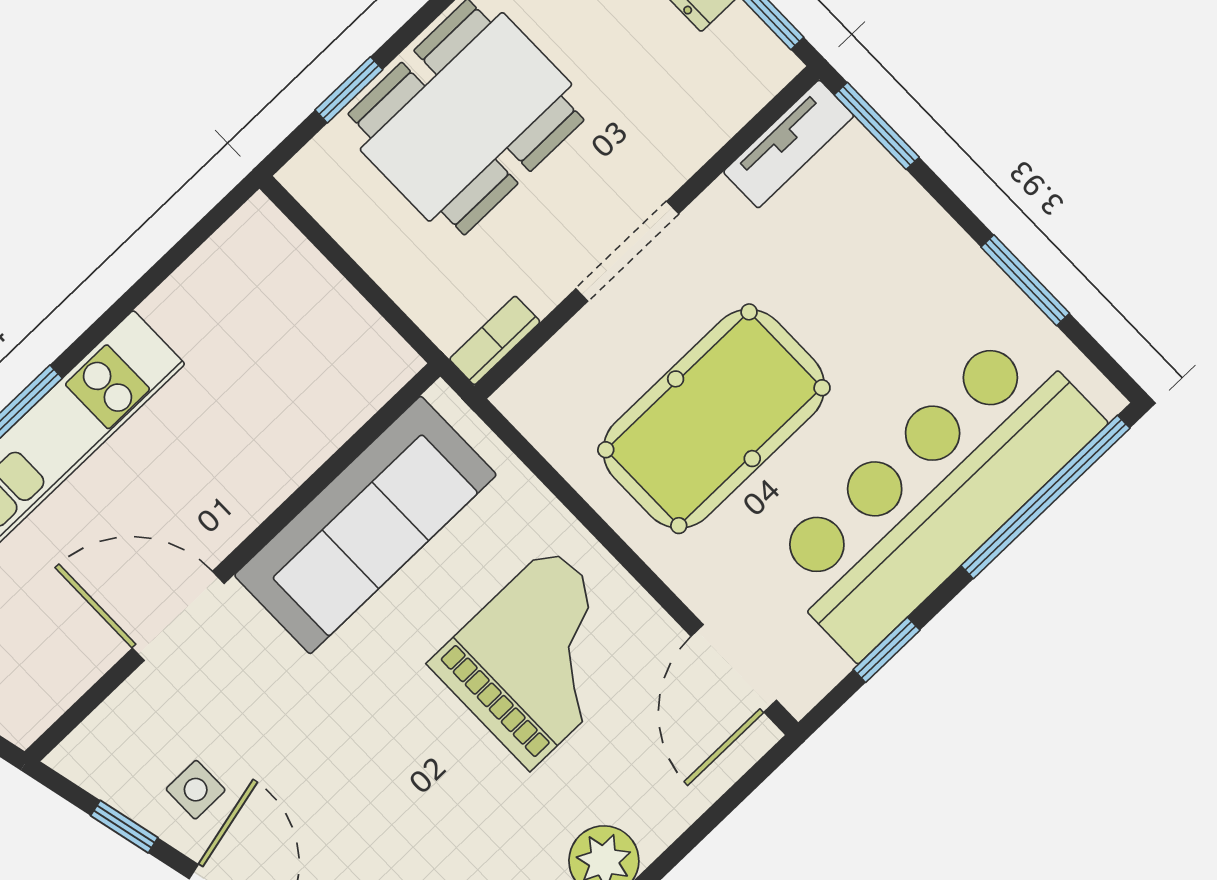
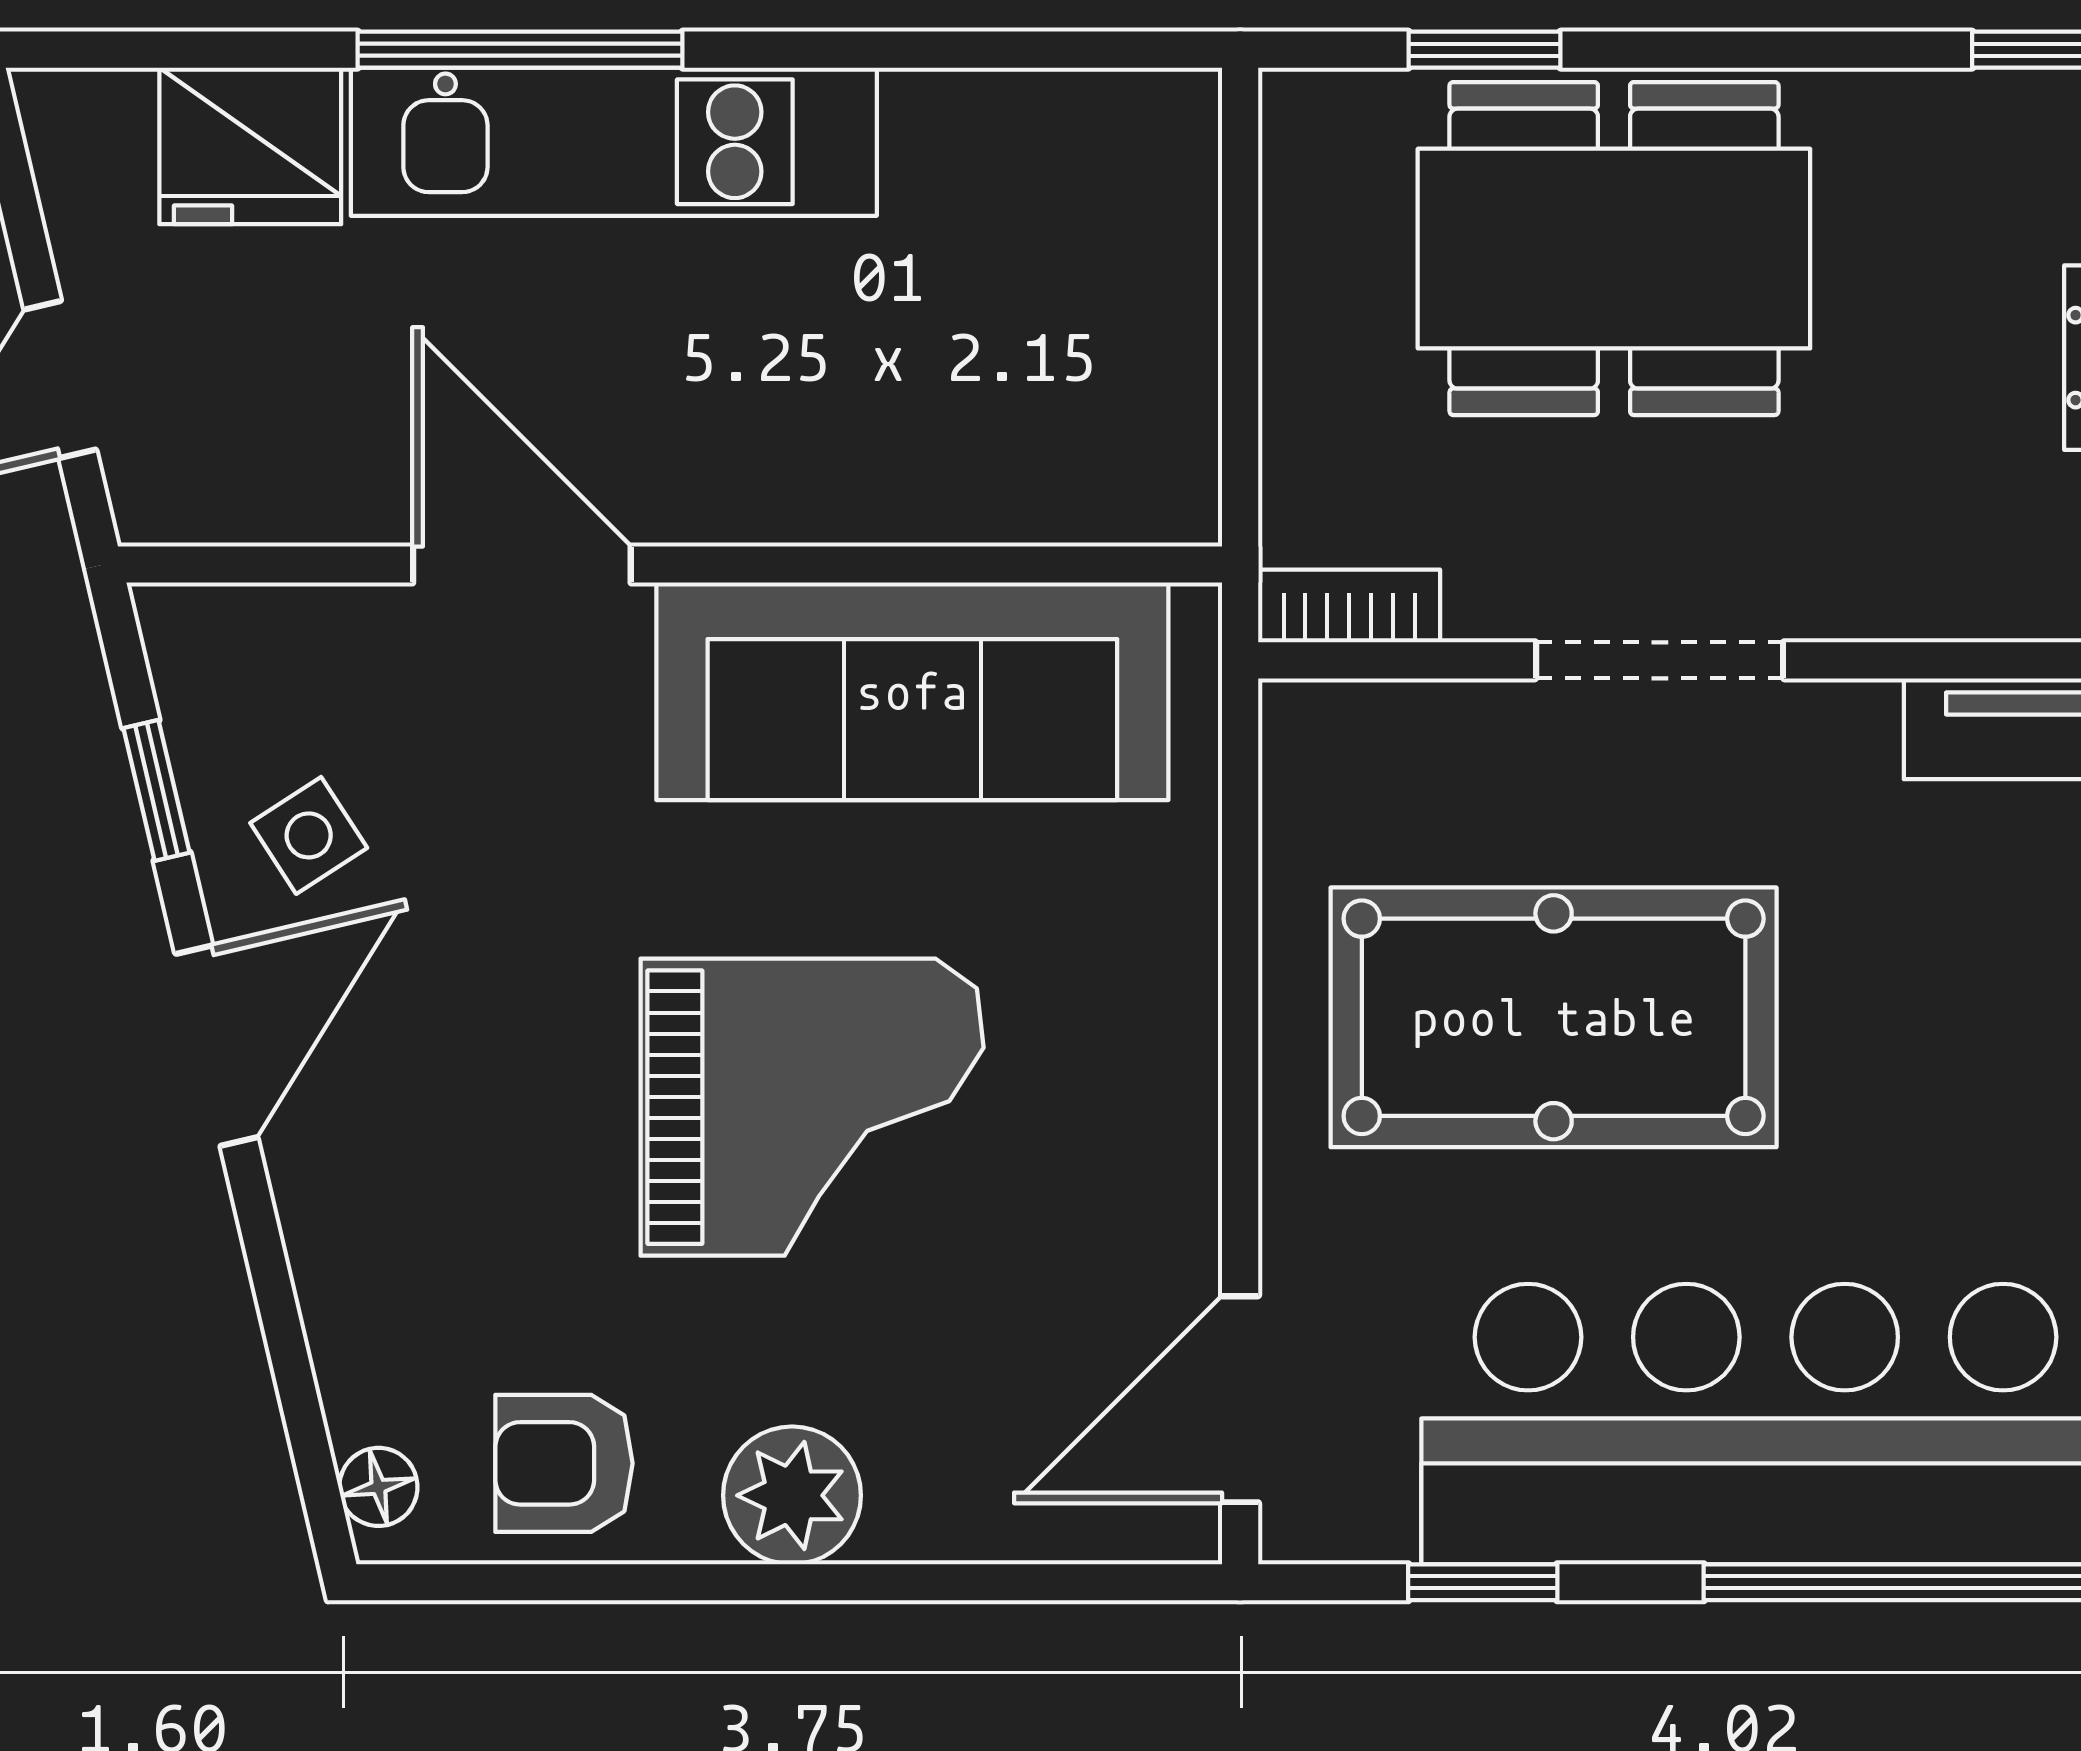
grand piano: (540, 658) -> (812, 1107), moved
side table: (196, 790) -> (309, 835), turned -33

